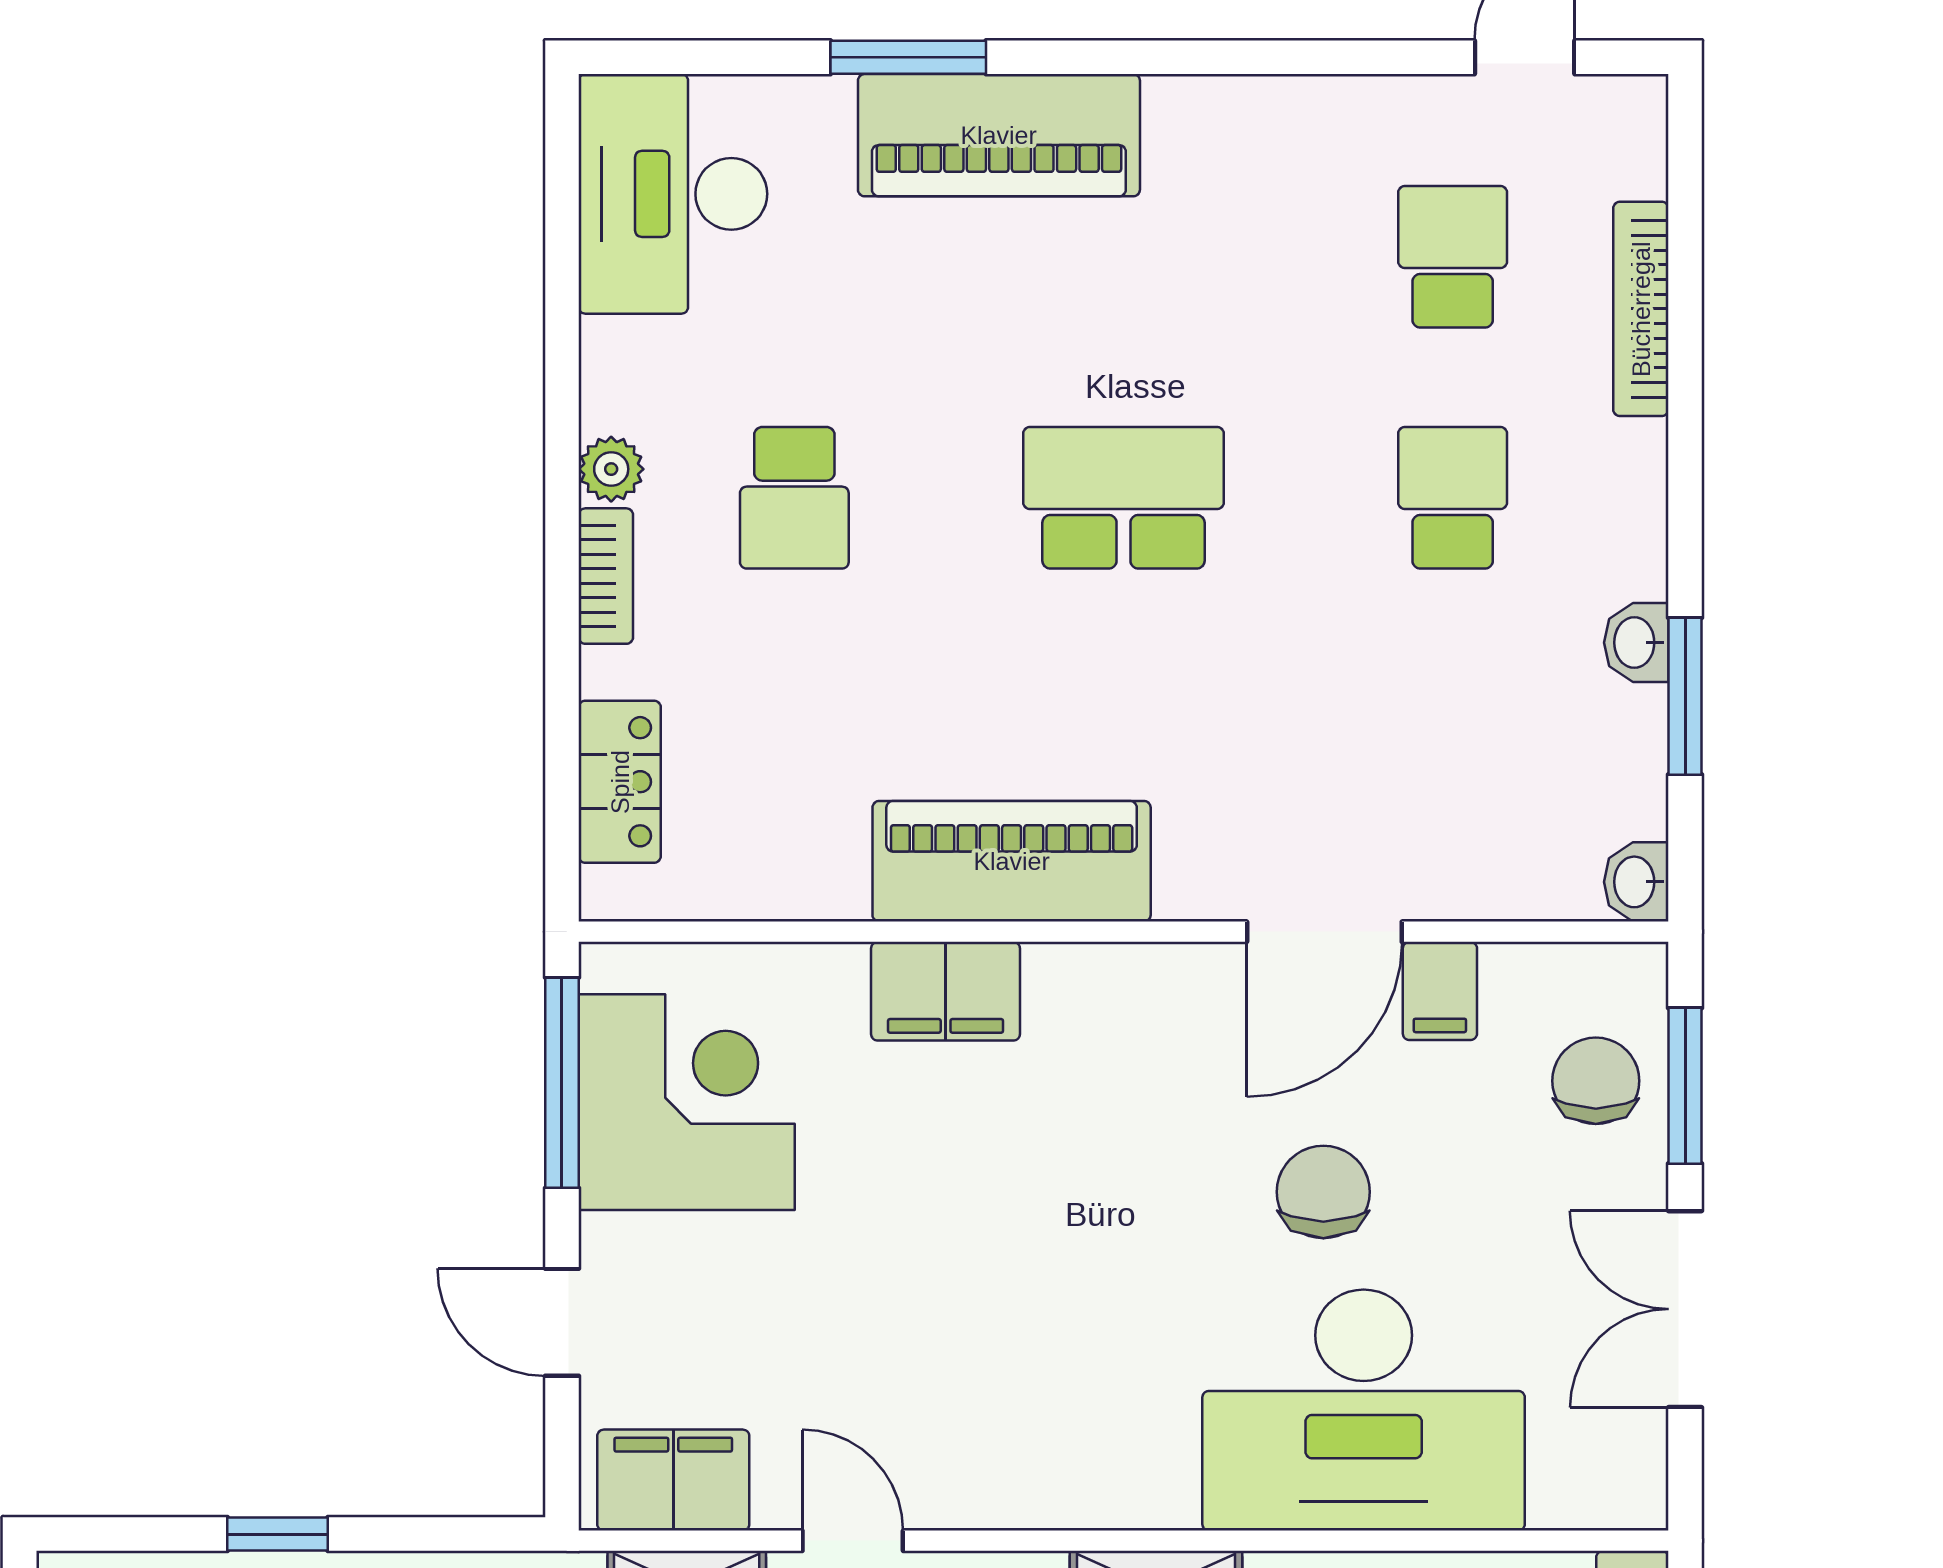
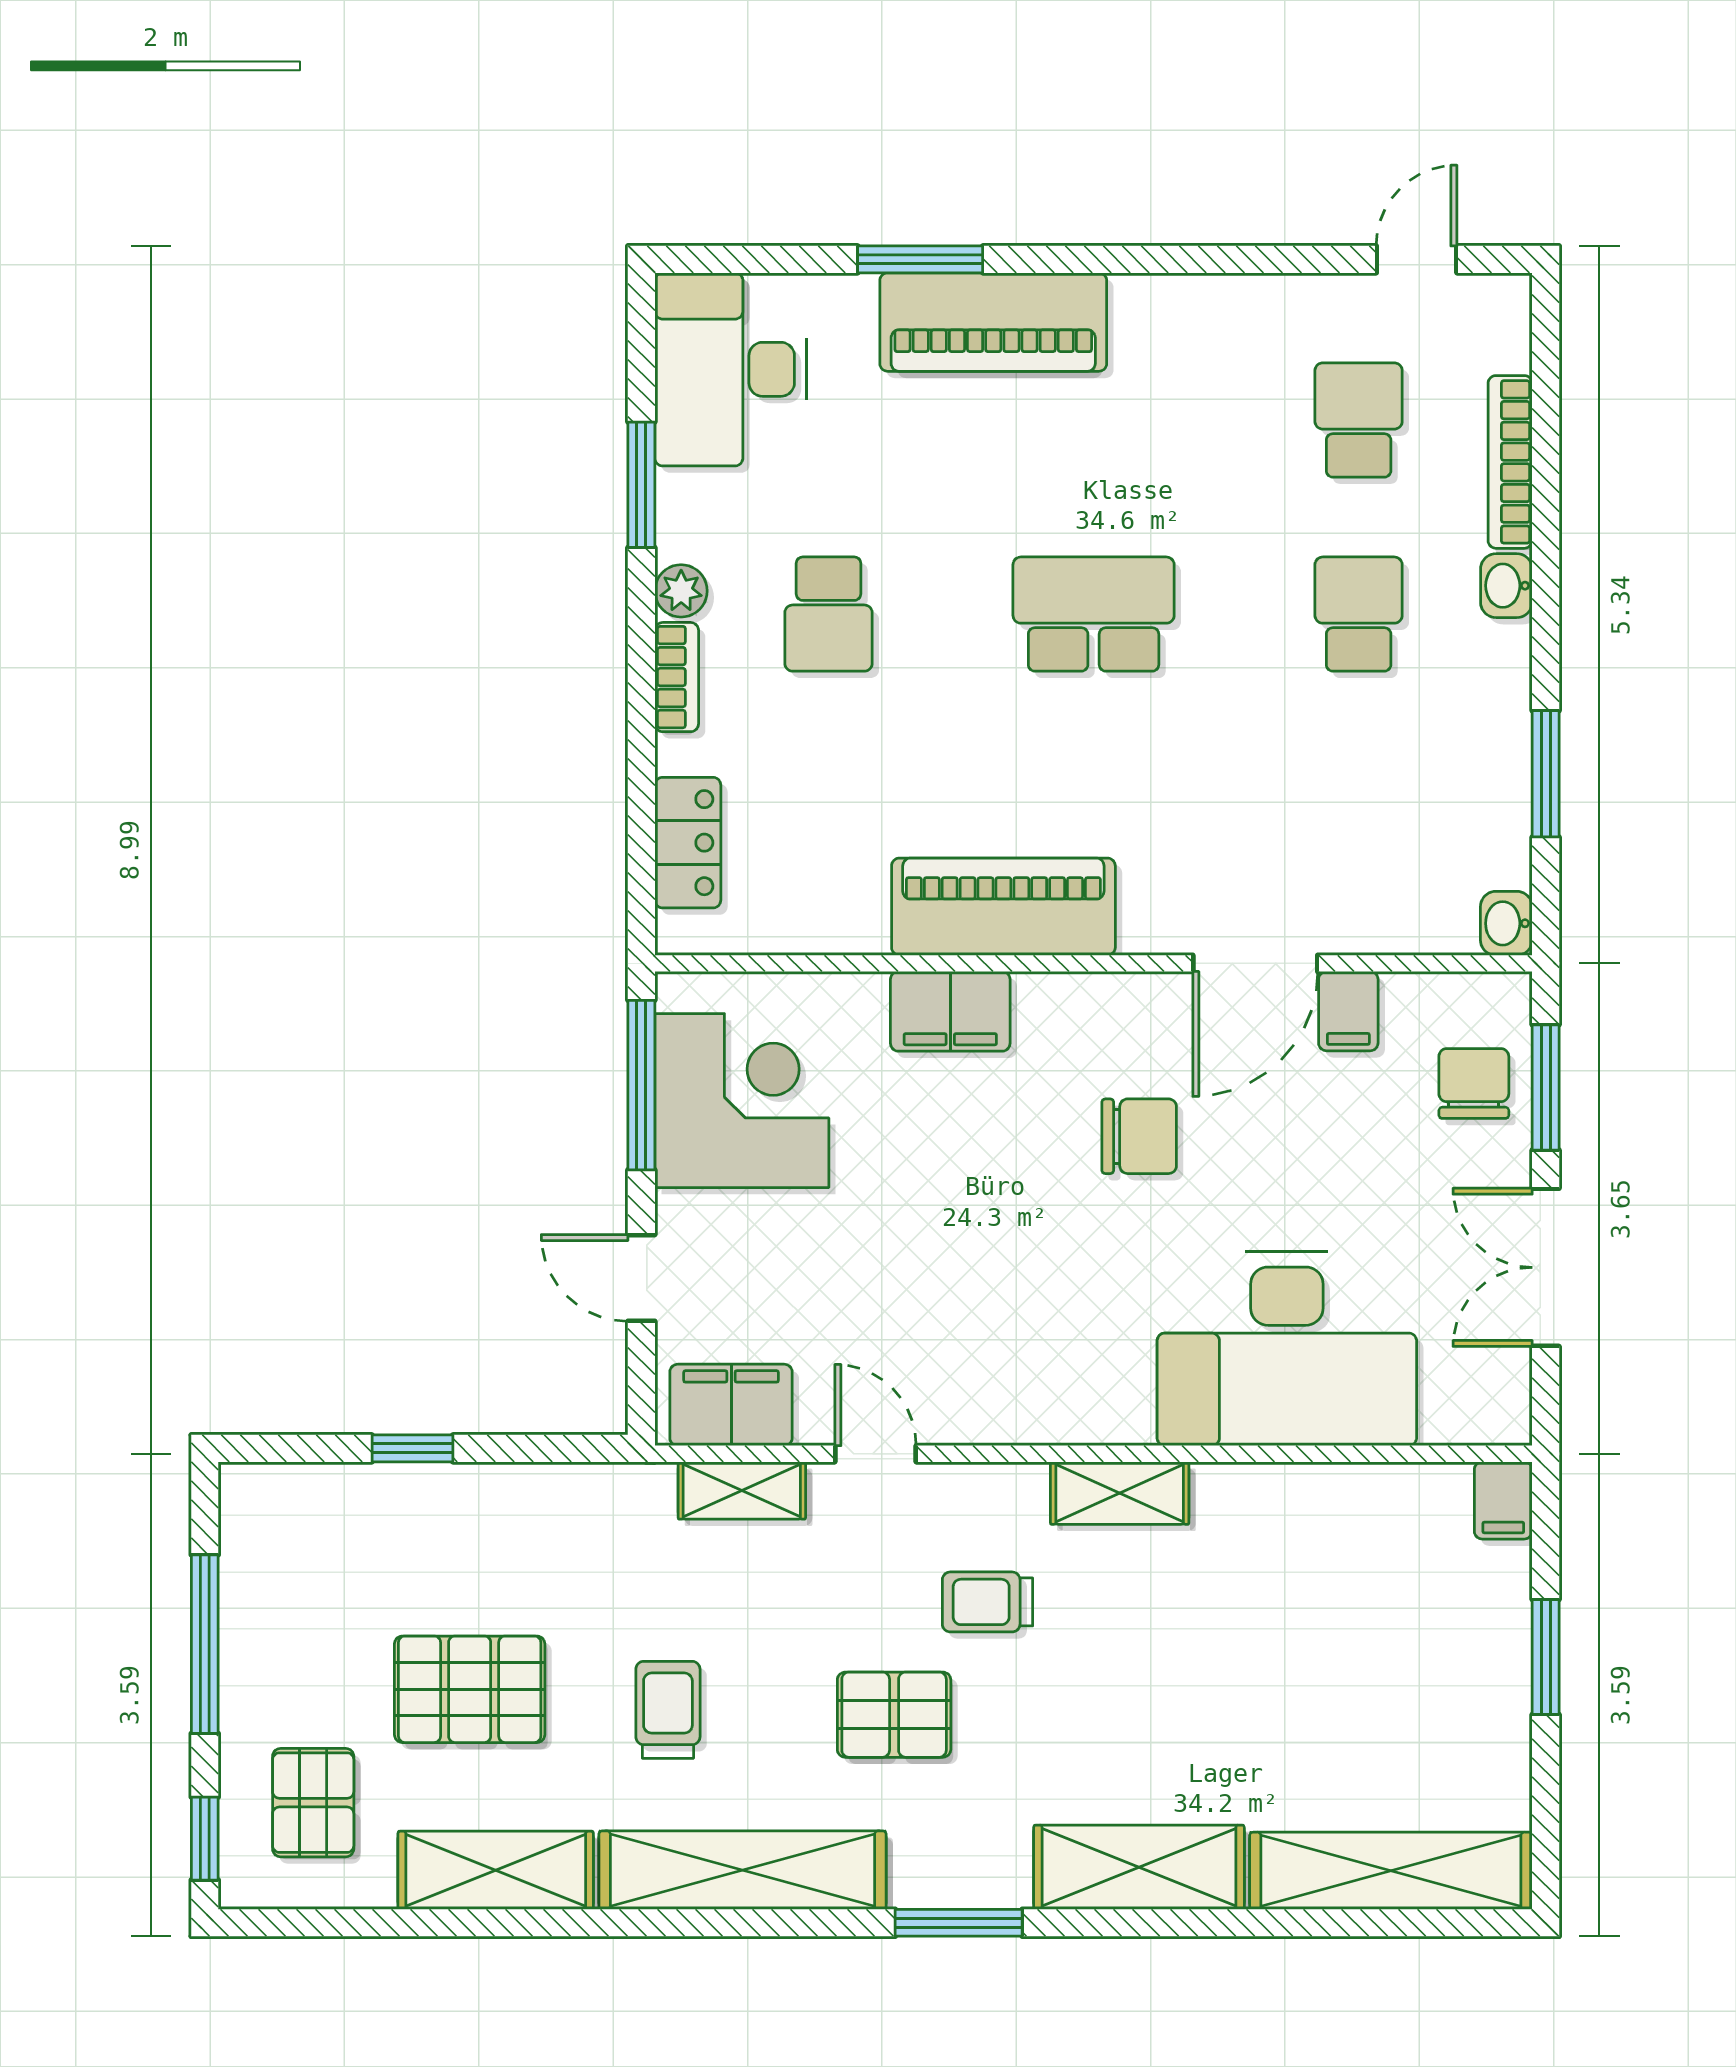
window: (562, 337) -> (641, 485), added
washbasin: (1636, 643) -> (1506, 586), moved
chair: (1323, 1192) -> (1139, 1136), moved, turned 90

